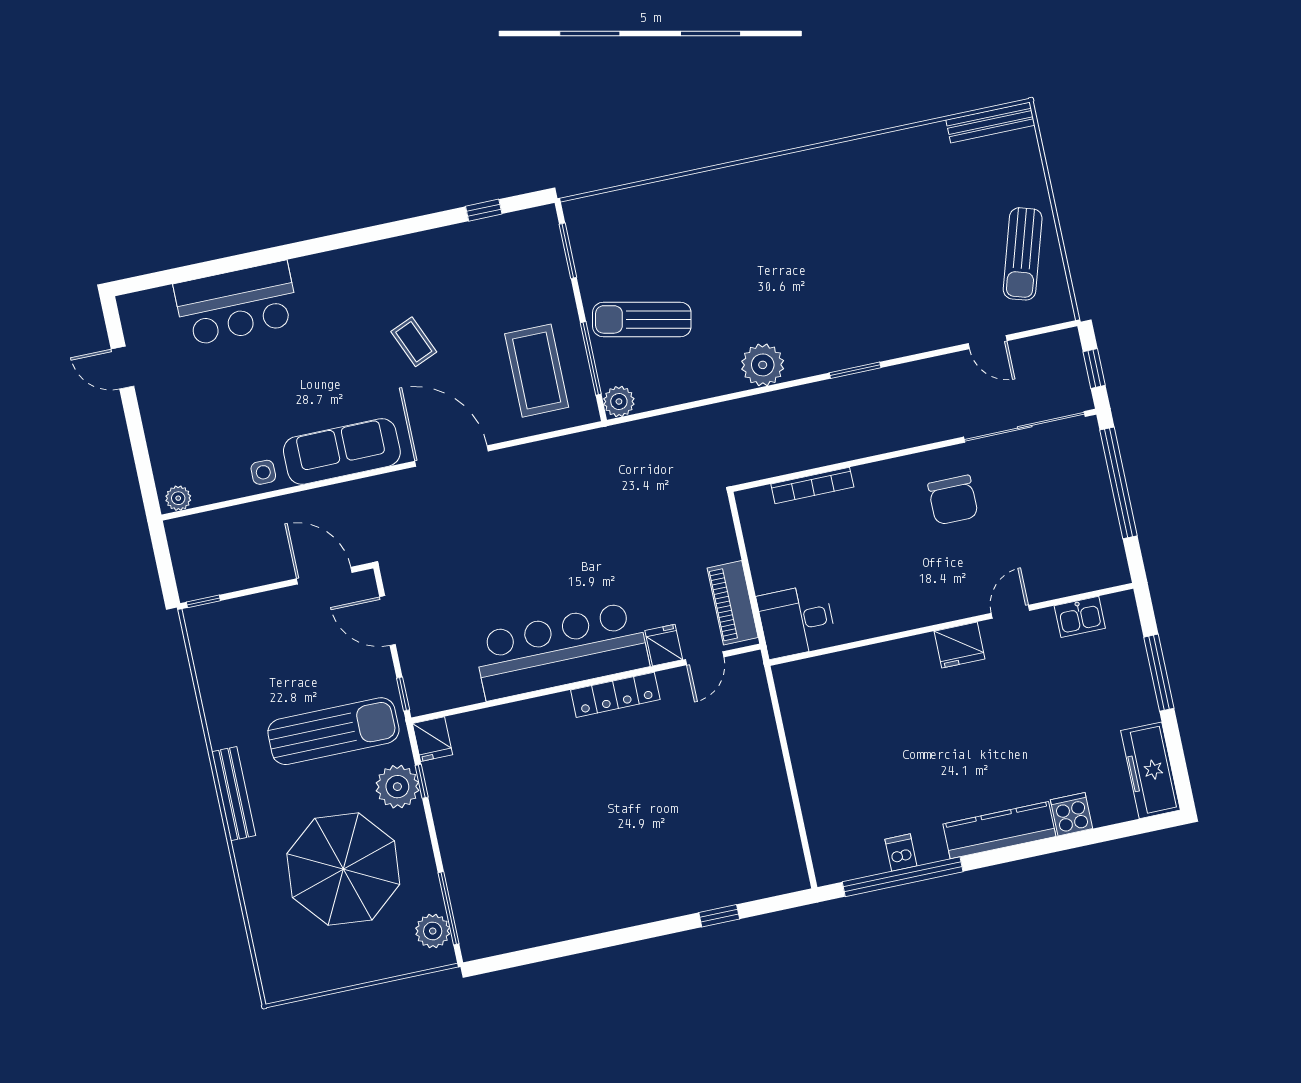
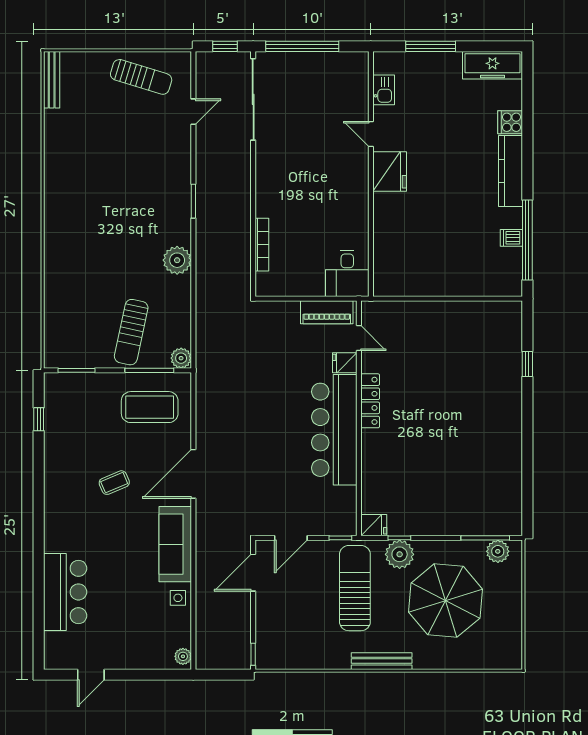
chair: (953, 500) -> (291, 156), removed
fridge: (959, 645) -> (390, 171), width x1.36, depth x1.34

